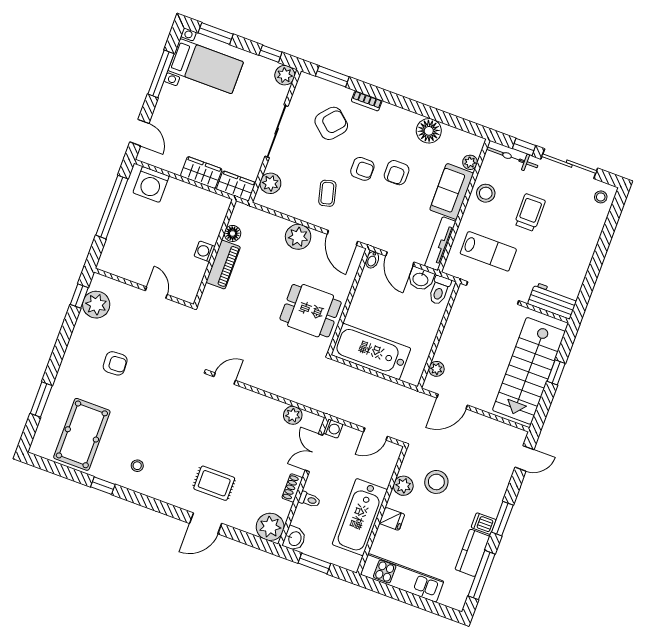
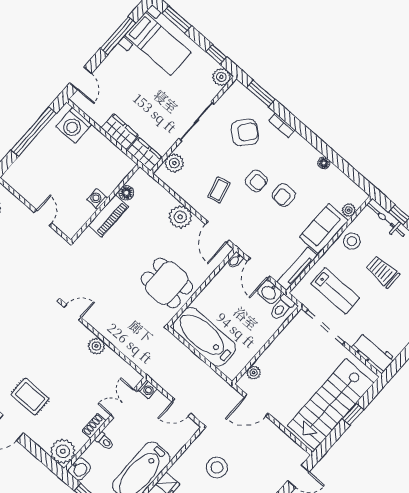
floor lamp: (429, 131) -> (324, 163), width x0.53, depth x0.53
trolley: (530, 213) -> (383, 272), turned -90
plant: (293, 415) -> (96, 346), moved
plant: (403, 486) -> (188, 460), removed

